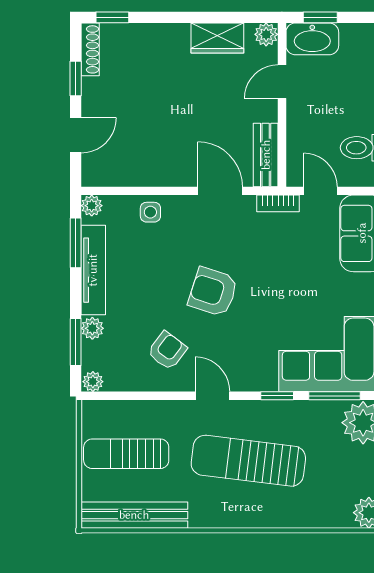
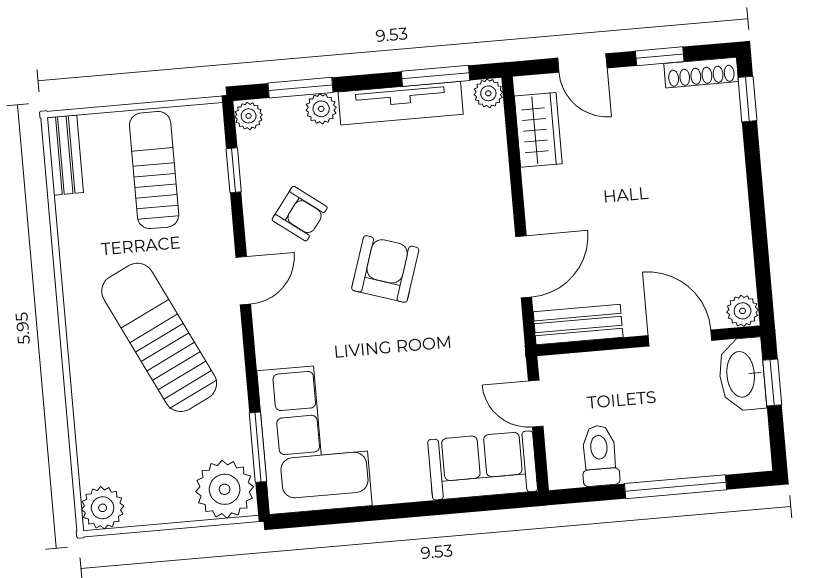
wardrobe: (217, 38) -> (538, 130), moved, turned 180
door: (282, 82) -> (680, 338), width x1.37
door: (321, 191) -> (536, 404), swing flipped
bookcase: (278, 203) -> (514, 347), removed
side table: (150, 212) -> (486, 174), removed
window: (277, 396) -> (234, 170), moved
sun lounger: (248, 461) -> (159, 337), turned -33
bench: (134, 515) -> (65, 155), width x0.54, depth x0.82

